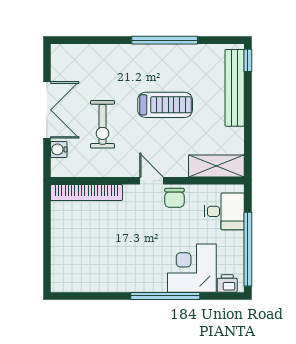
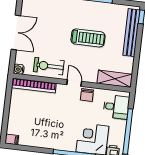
exercise bike: (103, 124) -> (49, 66), moved, turned 90
water cooler: (59, 149) -> (19, 69), moved
filing cabinet: (61, 284) -> (12, 139), added

